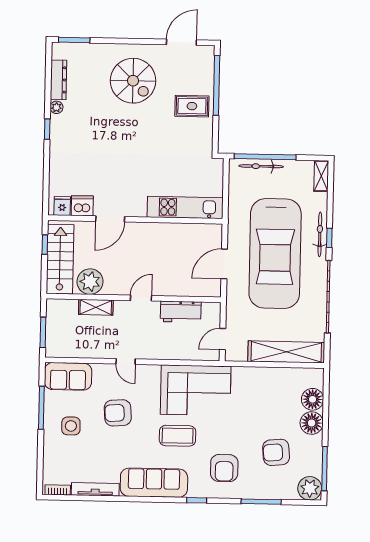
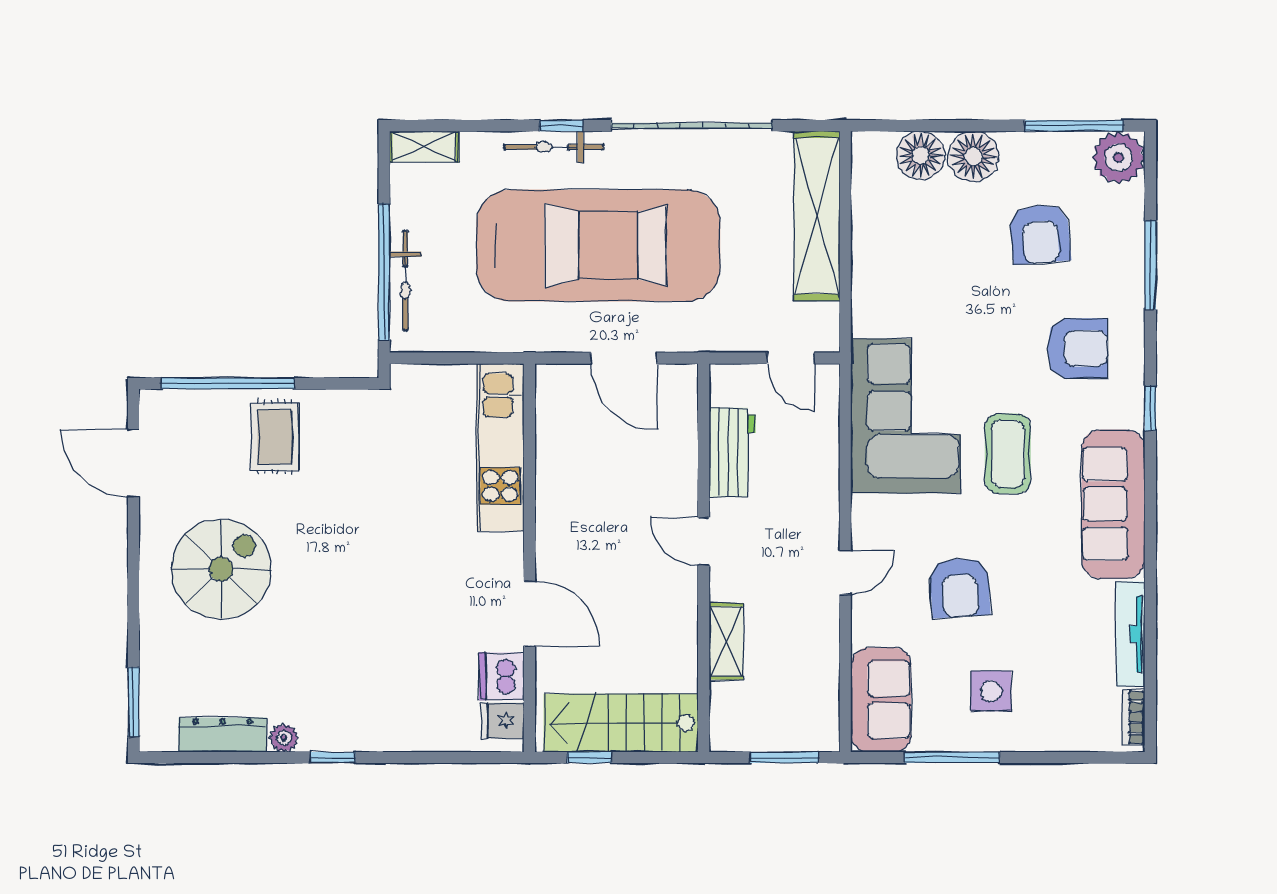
plant: (90, 282) -> (670, 655), removed

